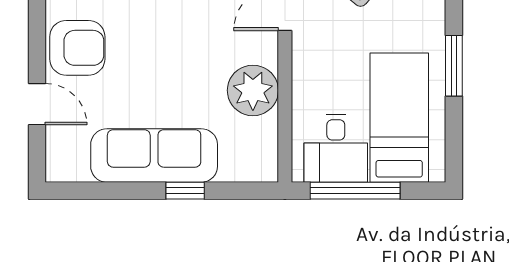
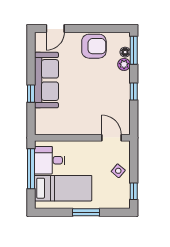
armchair: (77, 48) -> (94, 46), turned -90
plant: (253, 90) -> (75, 124), removed
door: (37, 104) -> (55, 28), moved

